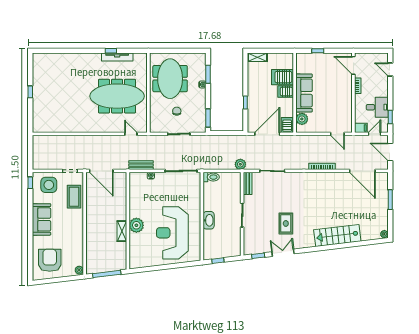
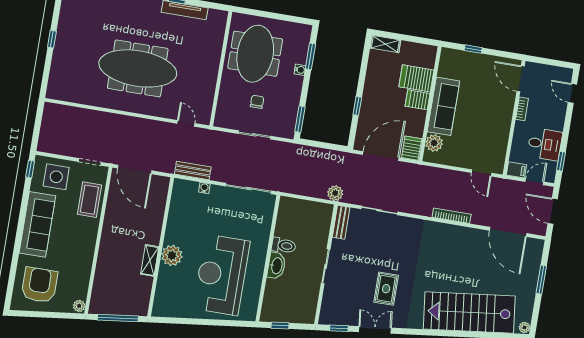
meeting table: (117, 96) -> (138, 68), moved
toilet: (211, 177) -> (284, 245), moved
sofa: (41, 219) -> (37, 224), width x1.36
stairs: (337, 236) -> (469, 313), width x1.36, depth x1.51

